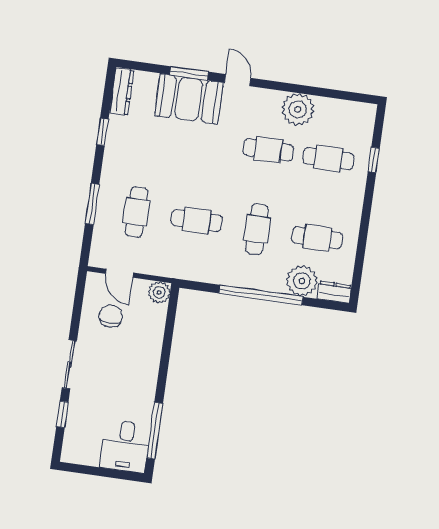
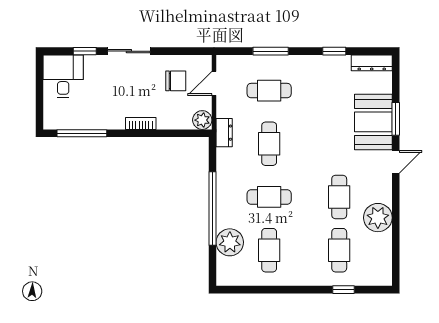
dresser: (334, 292) -> (224, 133), moved
bookcase: (153, 362) -> (141, 123), added
desk: (125, 446) -> (63, 76), moved, turned 90

